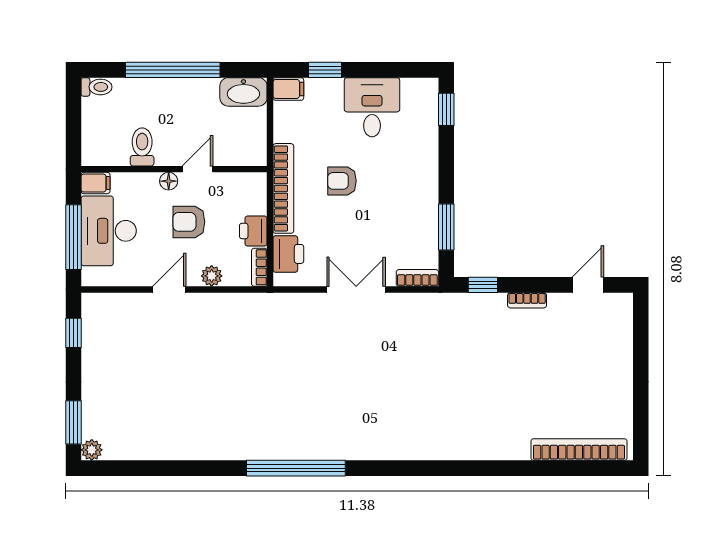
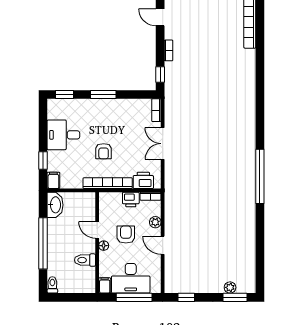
armchair: (189, 222) -> (126, 235), turned 180
window: (446, 227) -> (103, 94), moved
plant: (92, 450) -> (230, 287), moved

